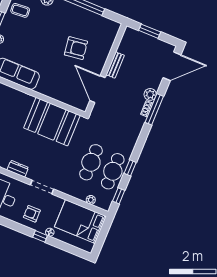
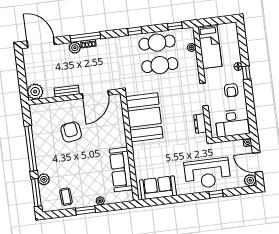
window: (150, 31) -> (22, 78), removed
plant: (131, 36) -> (35, 92), added
window: (130, 168) -> (135, 31), moved
bed: (80, 222) -> (210, 46), width x0.67

